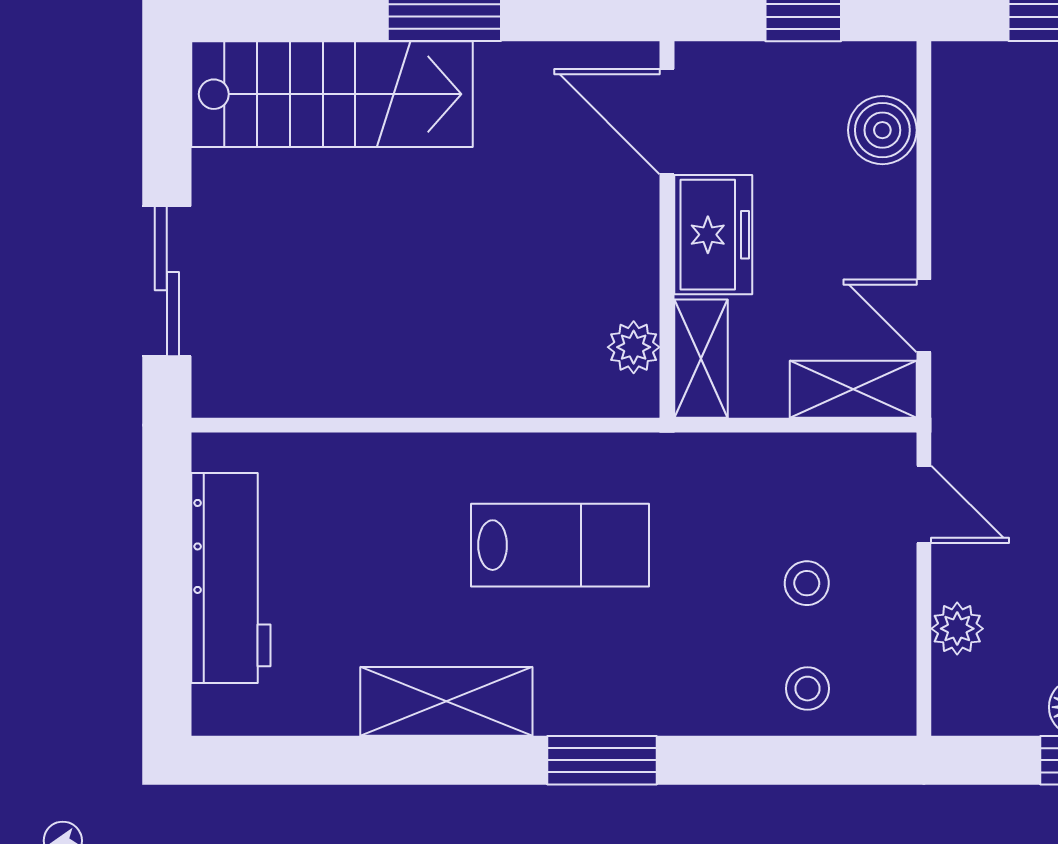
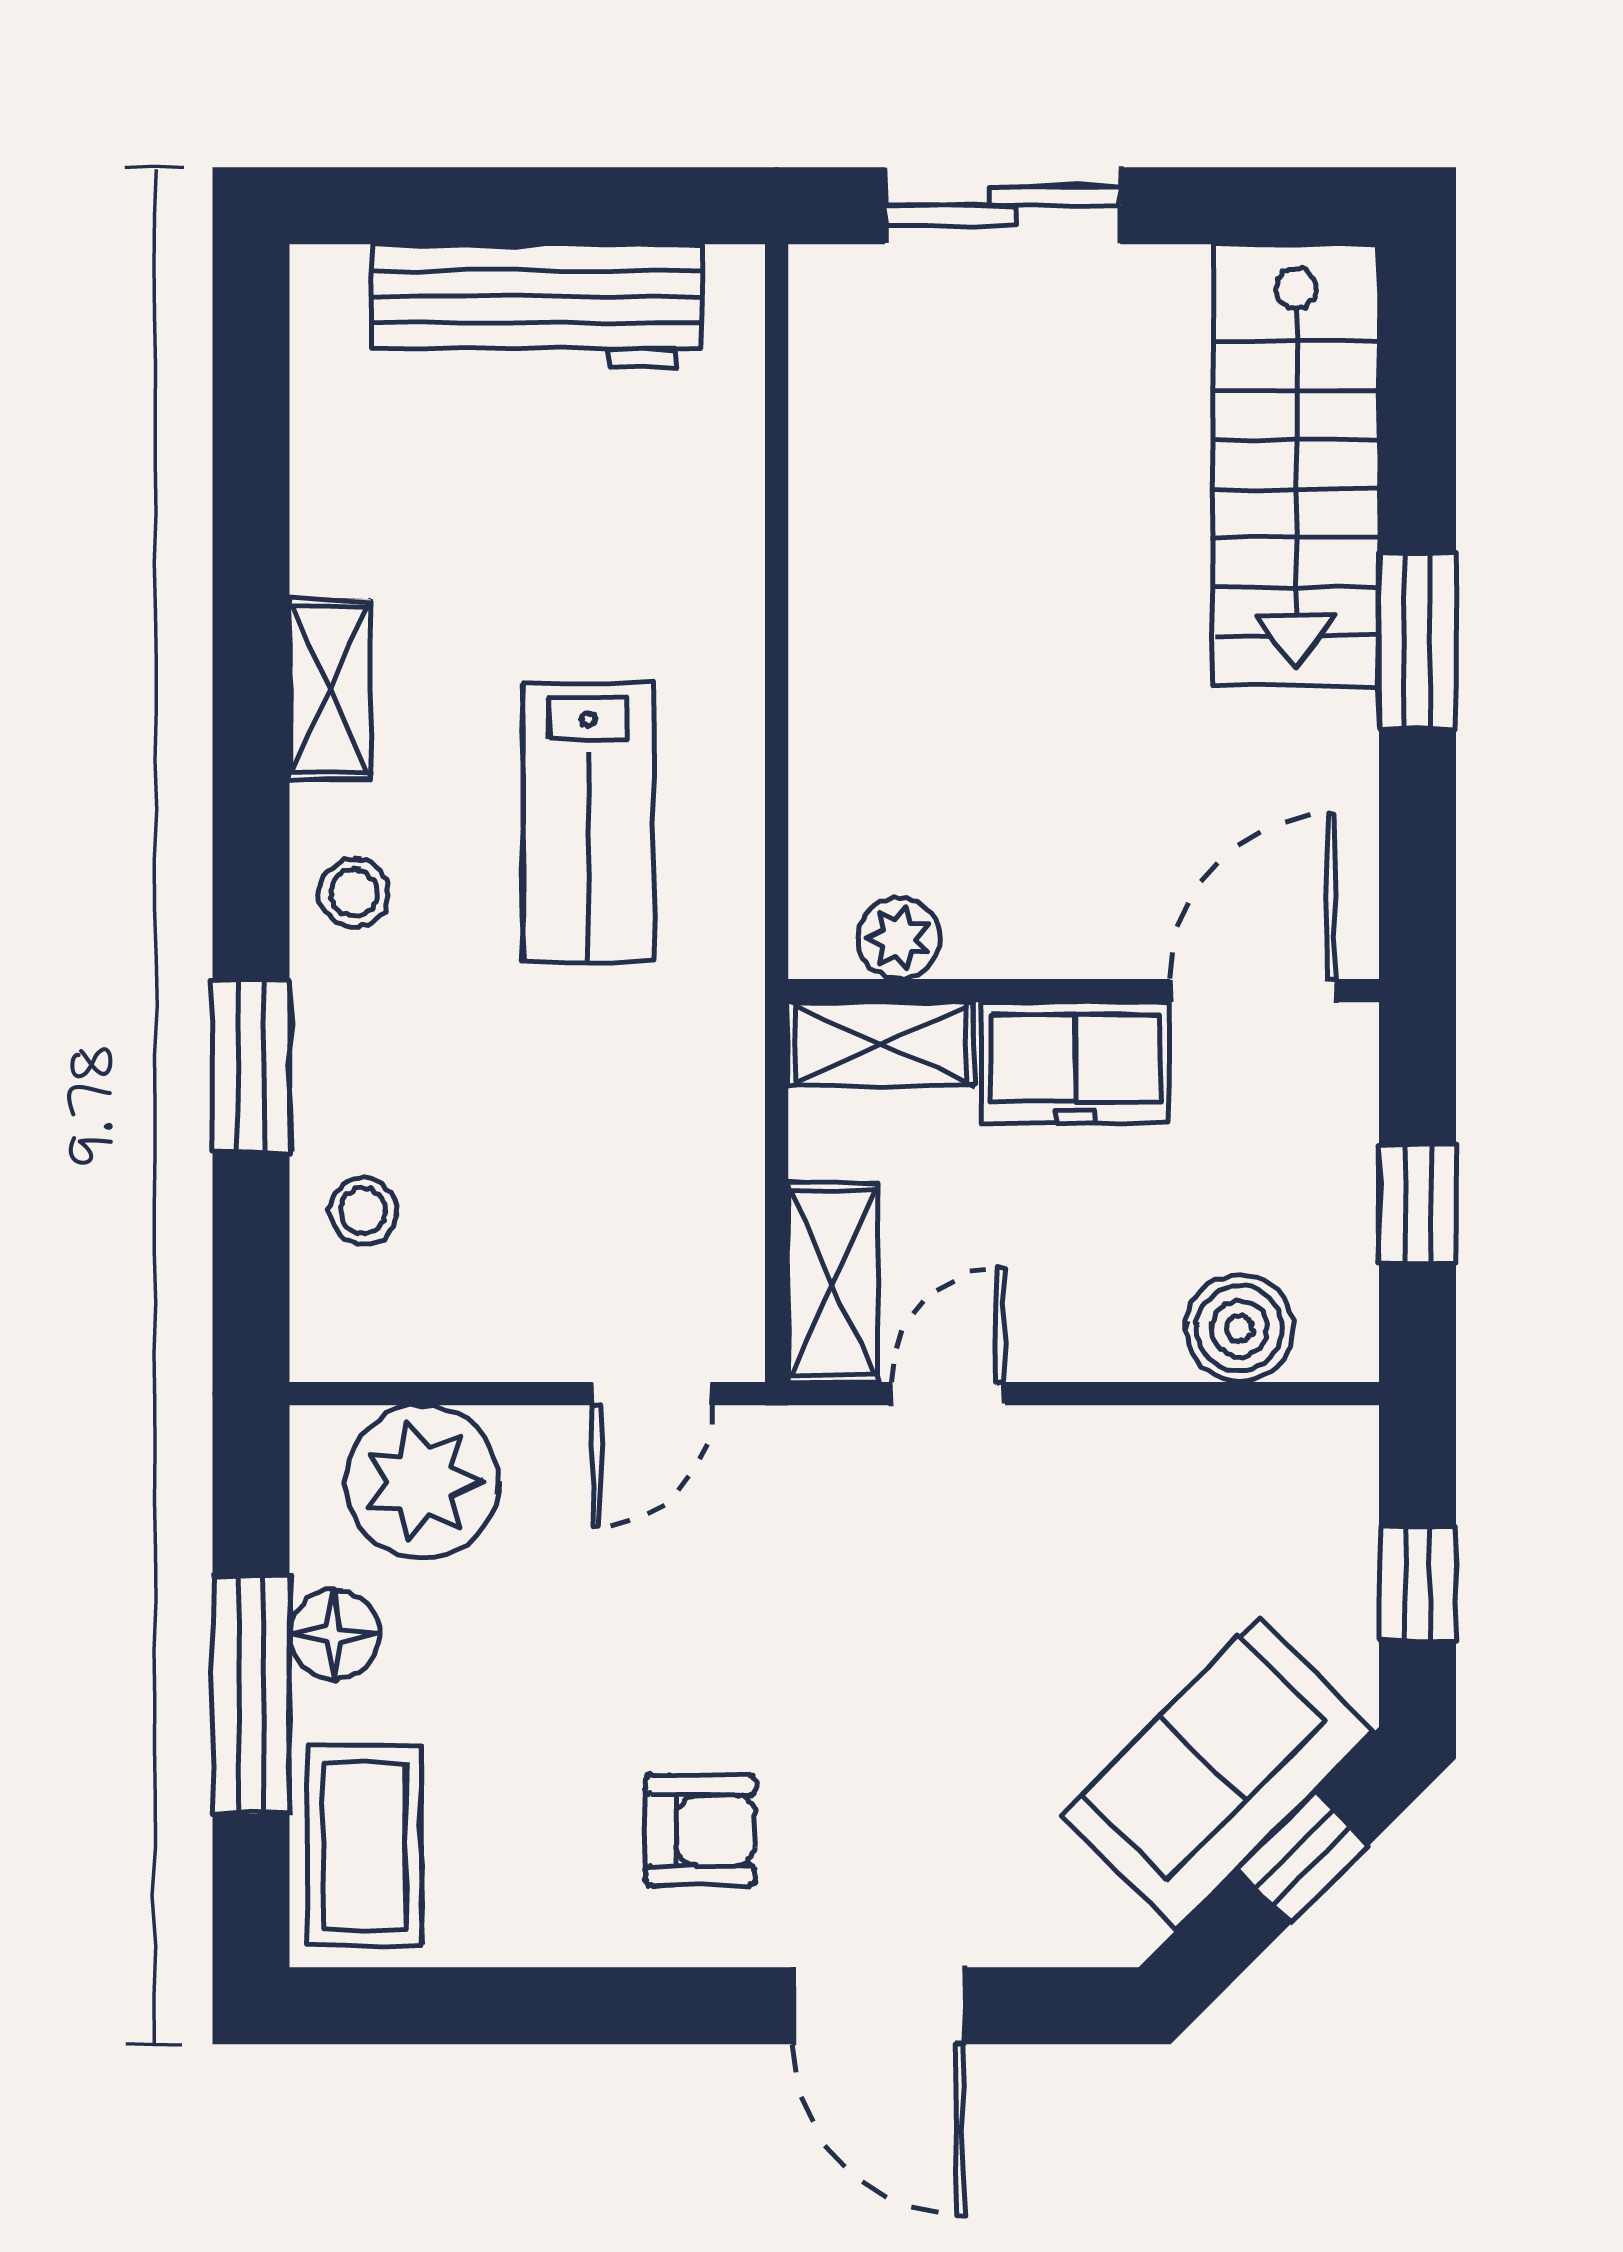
stool: (807, 583) -> (354, 893), moved
plant: (957, 629) -> (422, 1482), width x1.87, depth x1.87
shelving: (446, 701) -> (330, 689), width x0.67, depth x0.75
window: (602, 760) -> (251, 1066), moved

